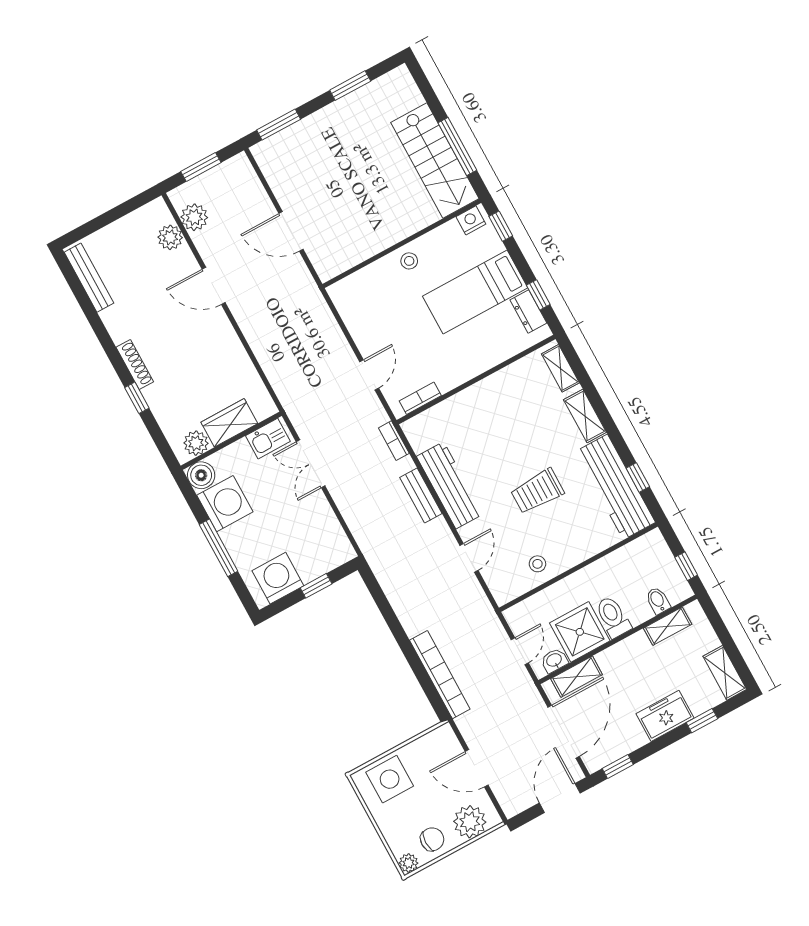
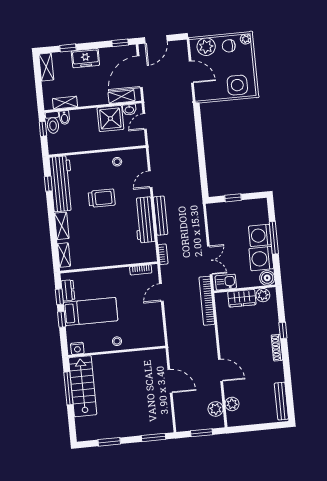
window: (501, 226) -> (62, 319), moved
bench: (421, 496) -> (161, 216), width x1.36
washing machine: (278, 578) -> (260, 235), moved, turned 90
toilet: (613, 617) -> (53, 123), moved
bookcase: (440, 675) -> (207, 301), moved

